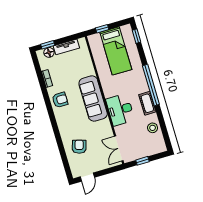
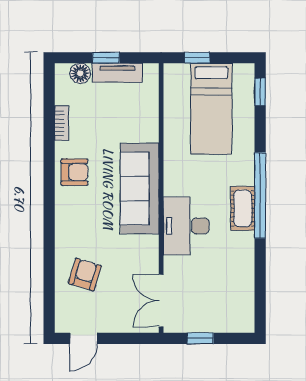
window: (48, 45) -> (106, 58), moved
cot: (147, 103) -> (243, 208), moved
stool: (153, 128) -> (239, 280), removed

